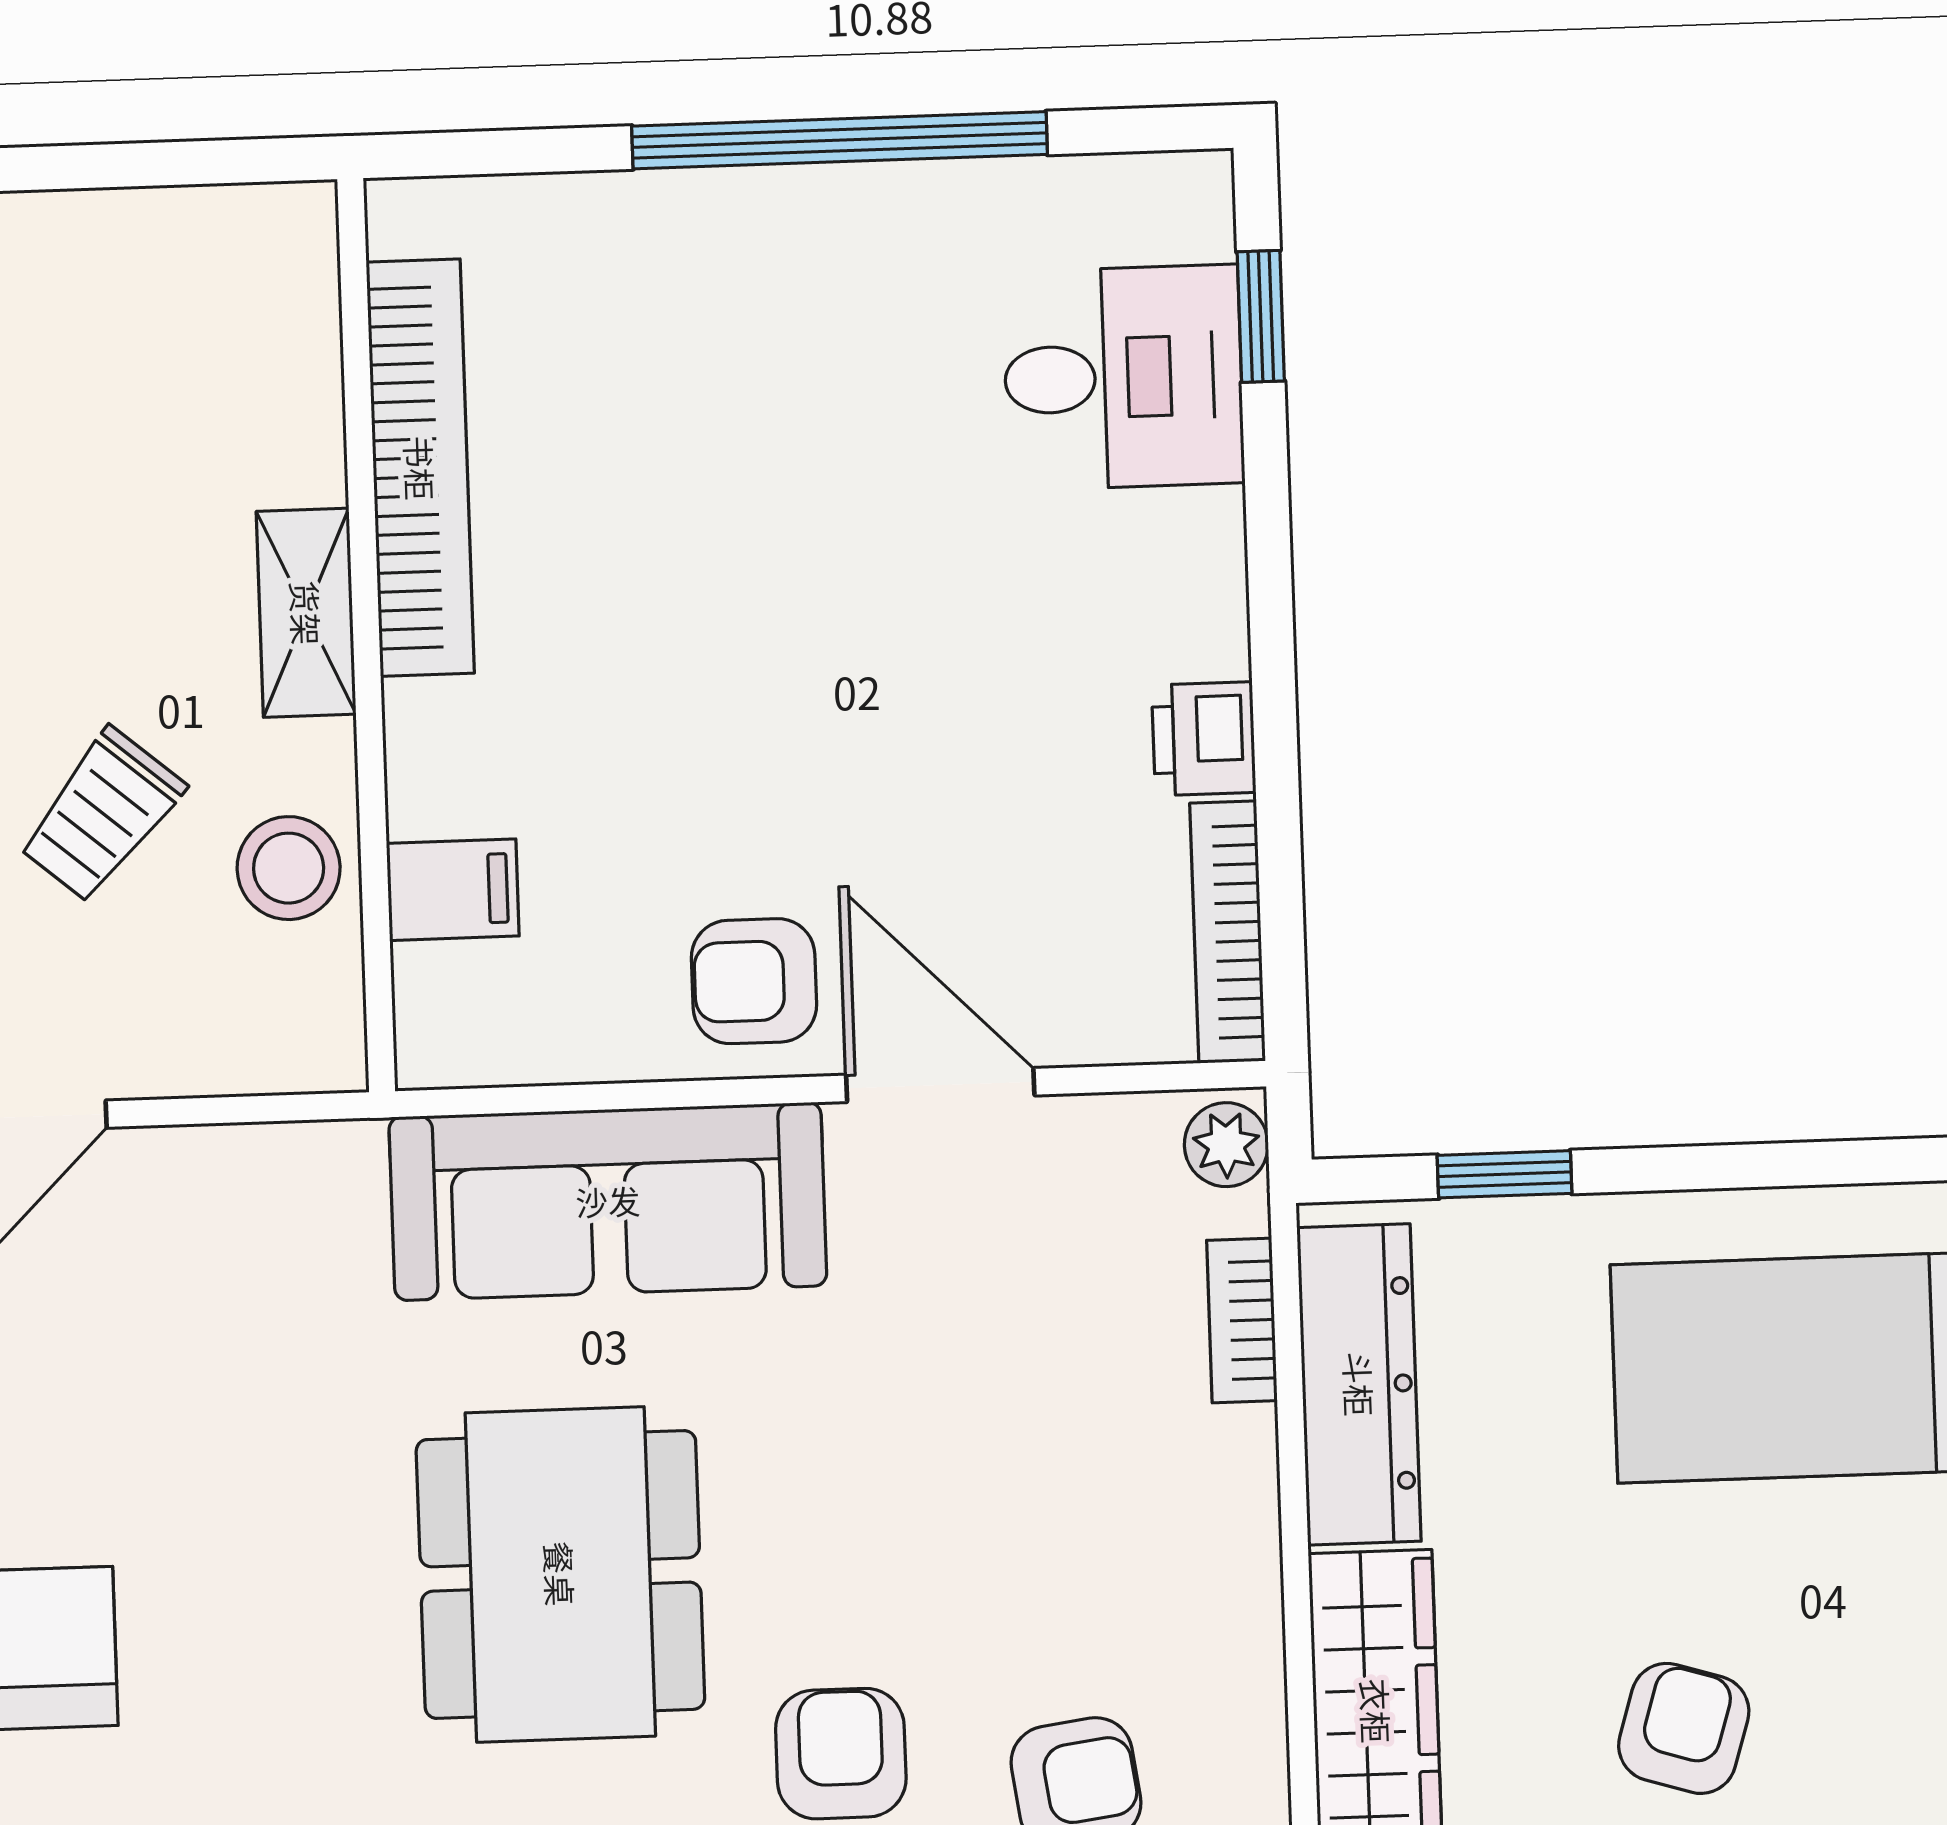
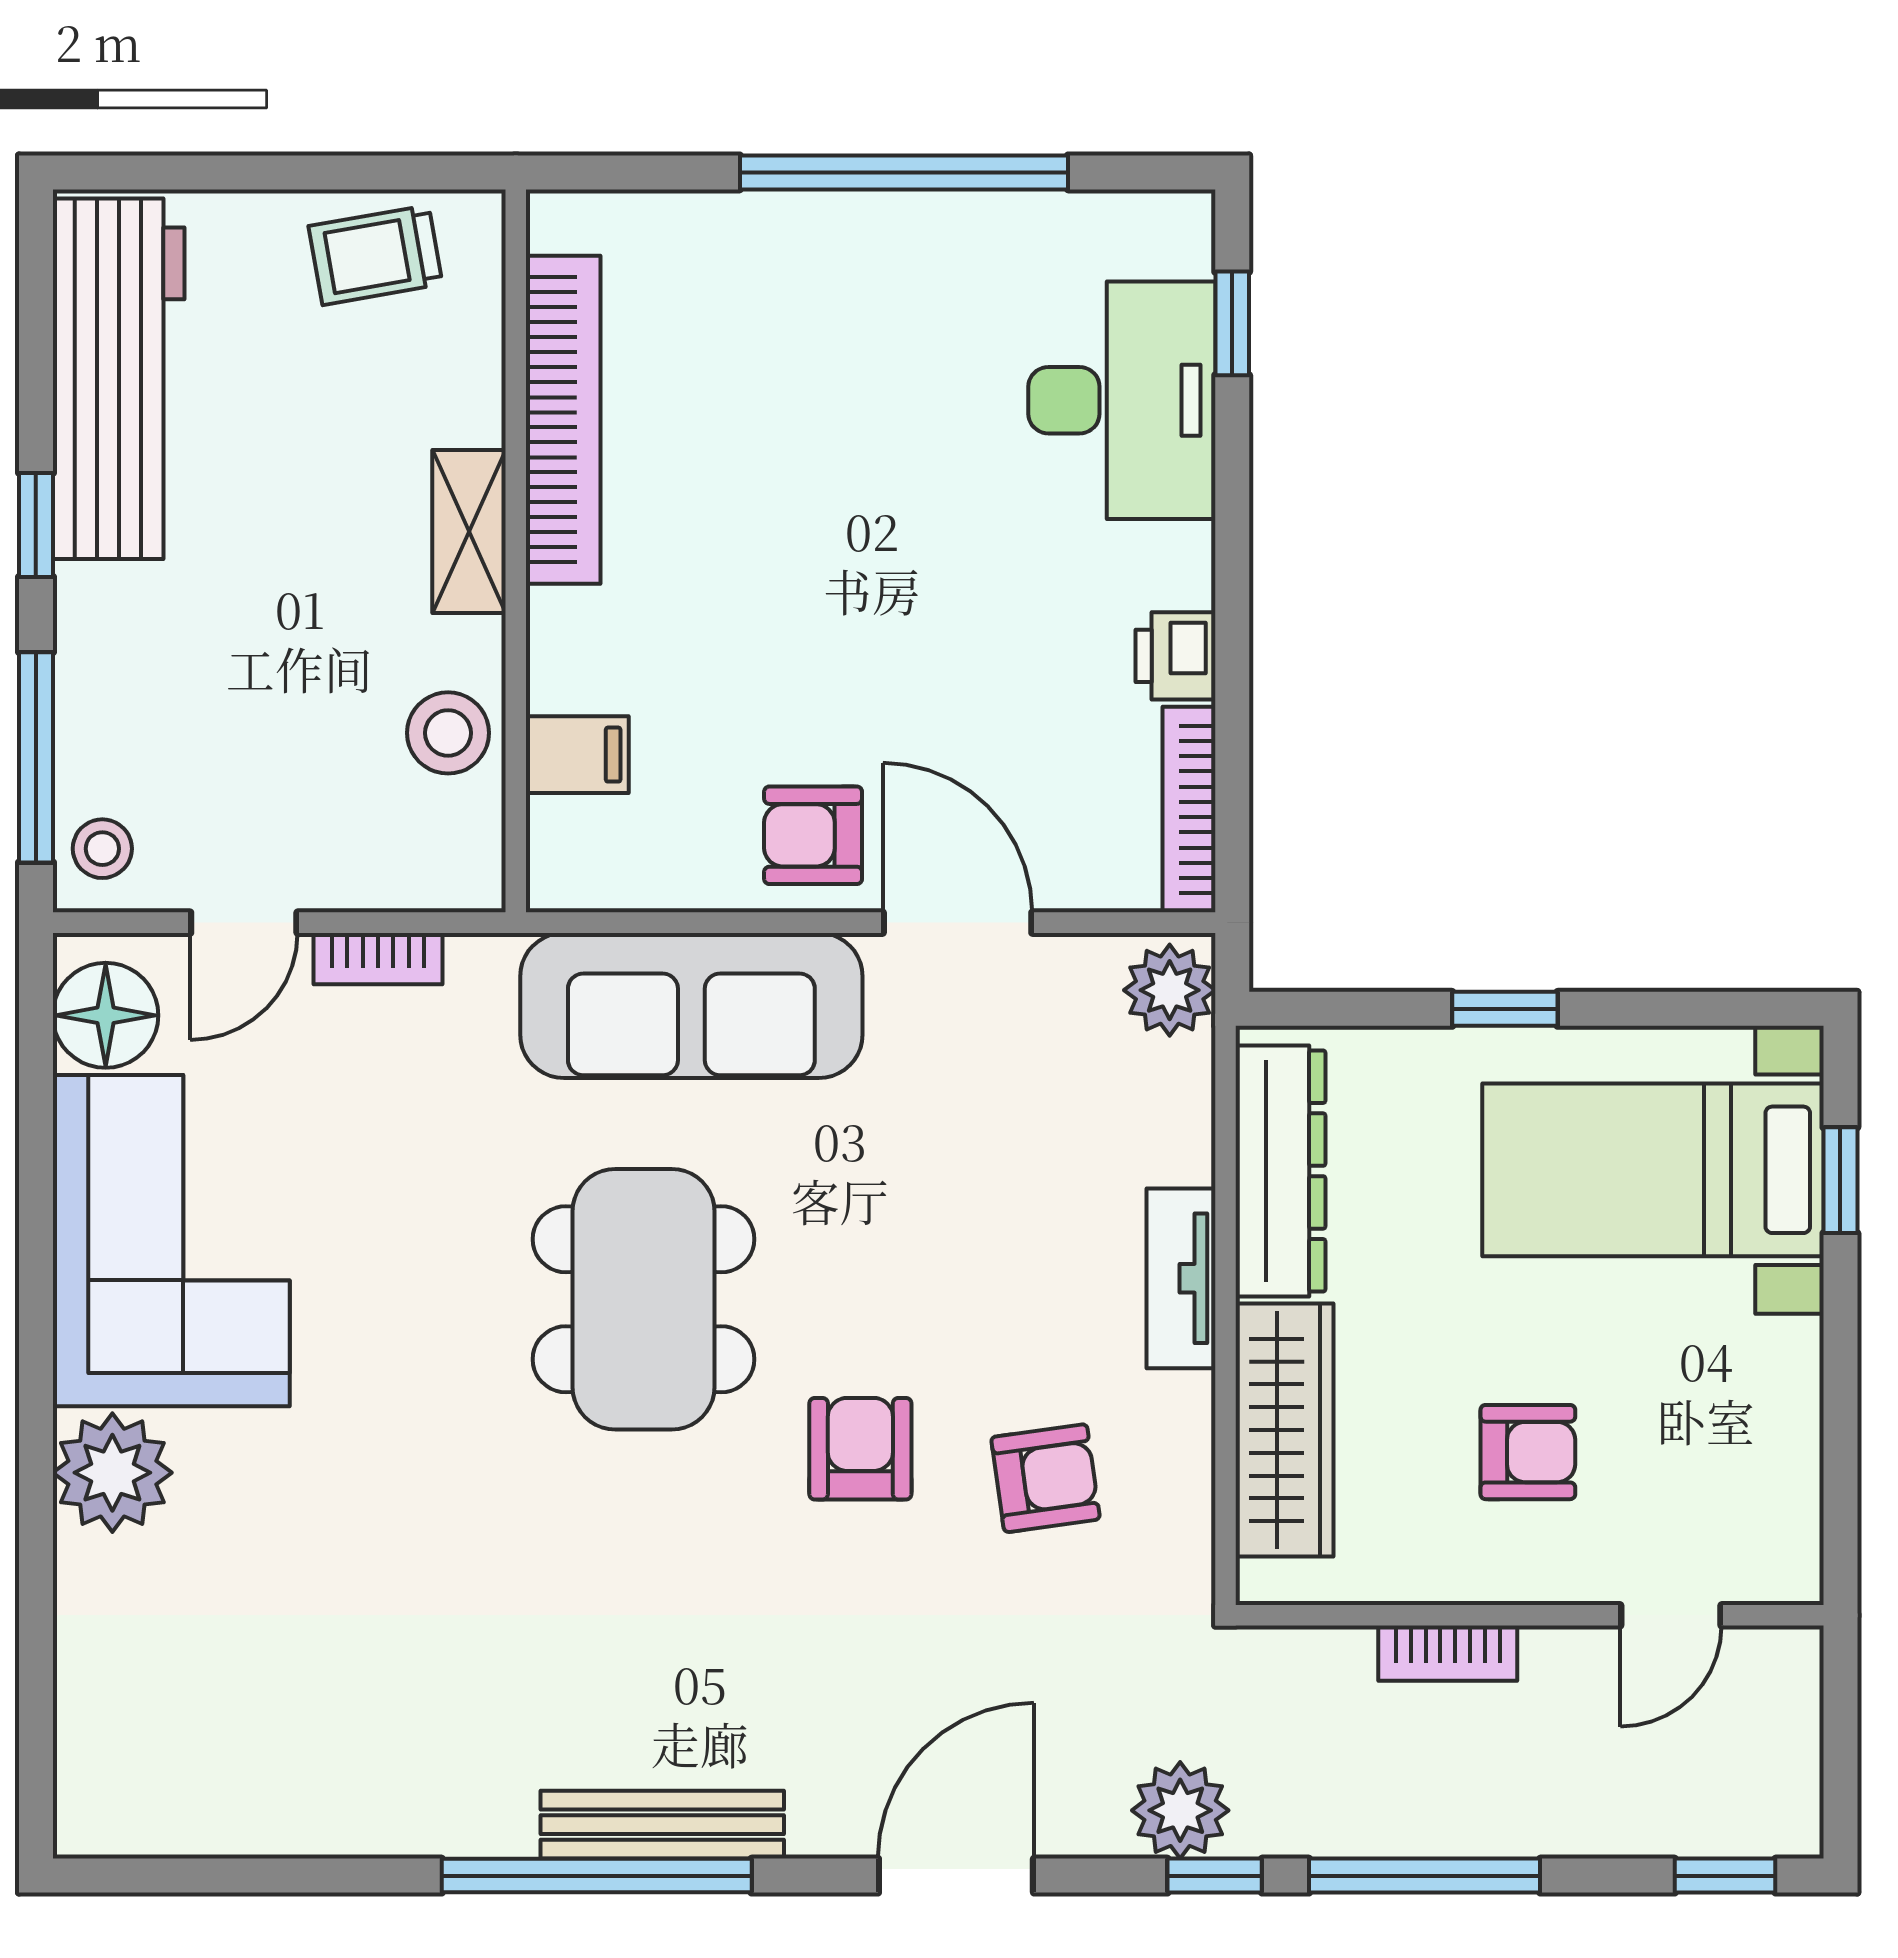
desk: (1123, 377) -> (1122, 400), width x1.37
trolley: (102, 815) -> (375, 255), moved, turned 40
plant: (1226, 1145) -> (1170, 990), width x1.38, depth x1.38
window: (1505, 1174) -> (1505, 1009), moved
bookcase: (1242, 1320) -> (378, 959), moved, turned -90
tv unit: (1238, 1524) -> (1181, 1278), added
armchair: (1684, 1728) -> (1528, 1452), turned 73

